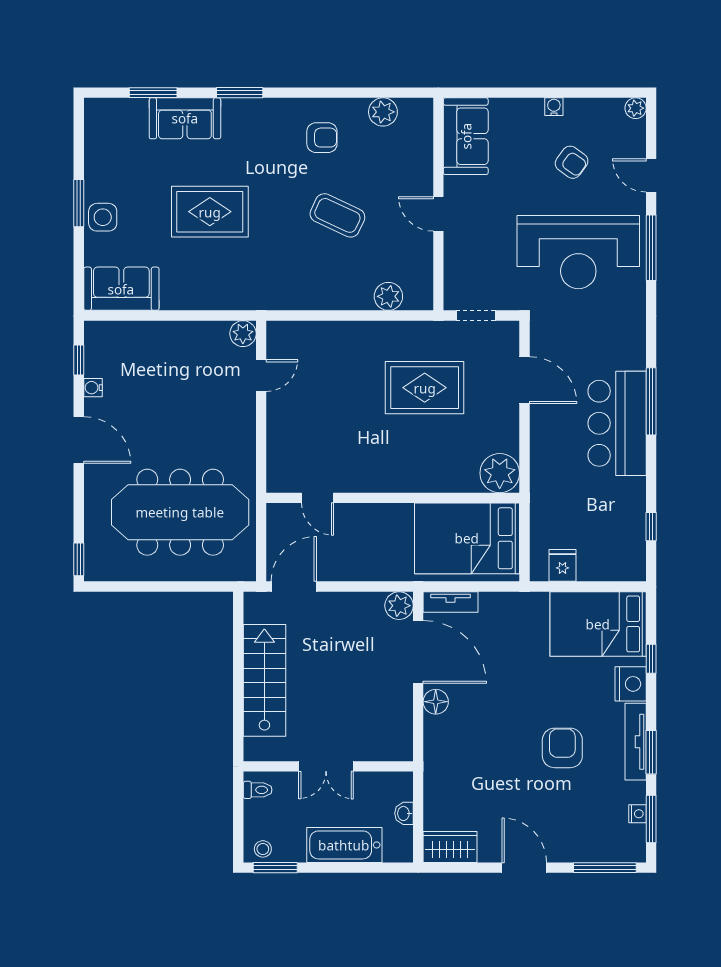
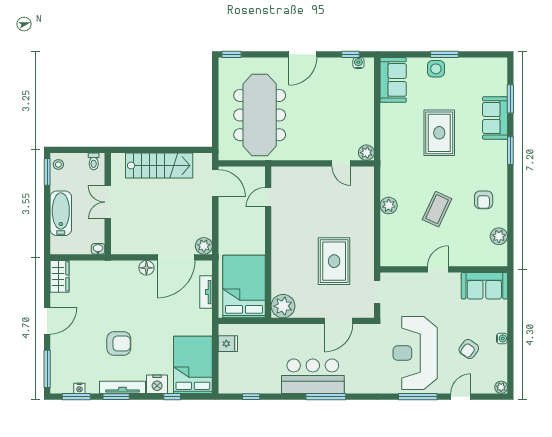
plant: (388, 296) -> (389, 206), moved
water cooler: (93, 388) -> (358, 63), moved
tv unit: (450, 602) -> (206, 292), moved
washbasin: (404, 813) -> (98, 249), moved

